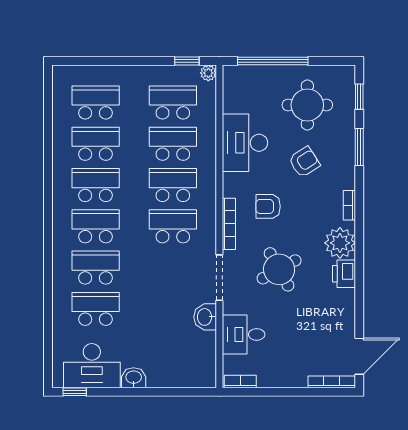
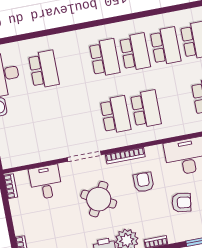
school desk: (173, 144) -> (176, 103), removed
armchair: (304, 162) -> (181, 203), turned -49
school desk: (96, 268) -> (74, 64), removed
round table: (279, 269) -> (99, 199), turned -32
washbasin: (205, 317) -> (53, 151), removed

